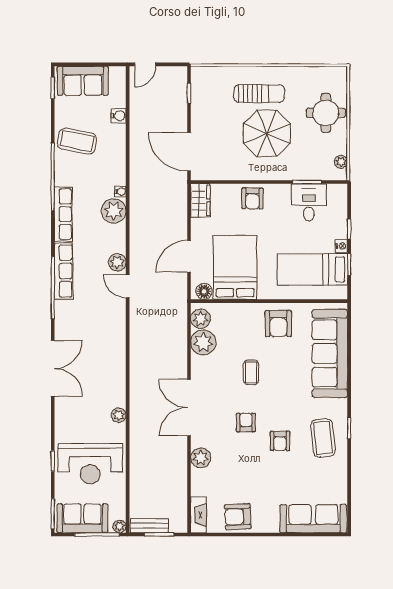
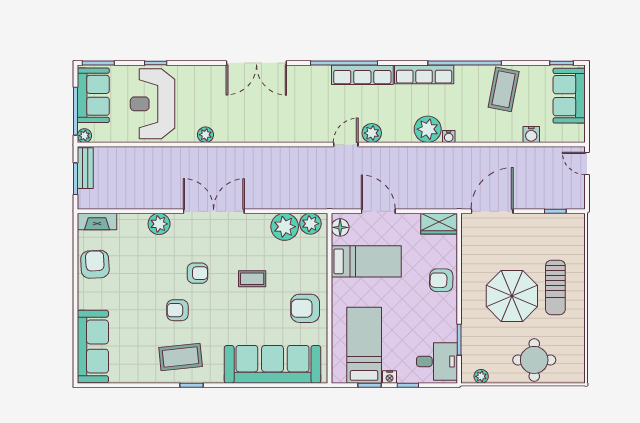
desk: (309, 202) -> (437, 361), moved
bed: (235, 267) -> (366, 261), width x0.67

